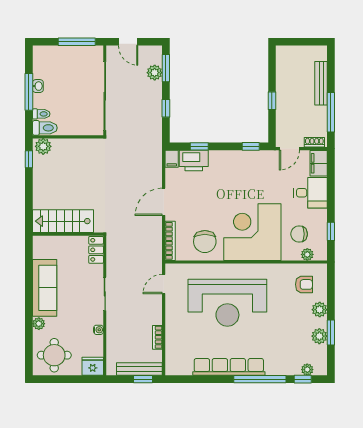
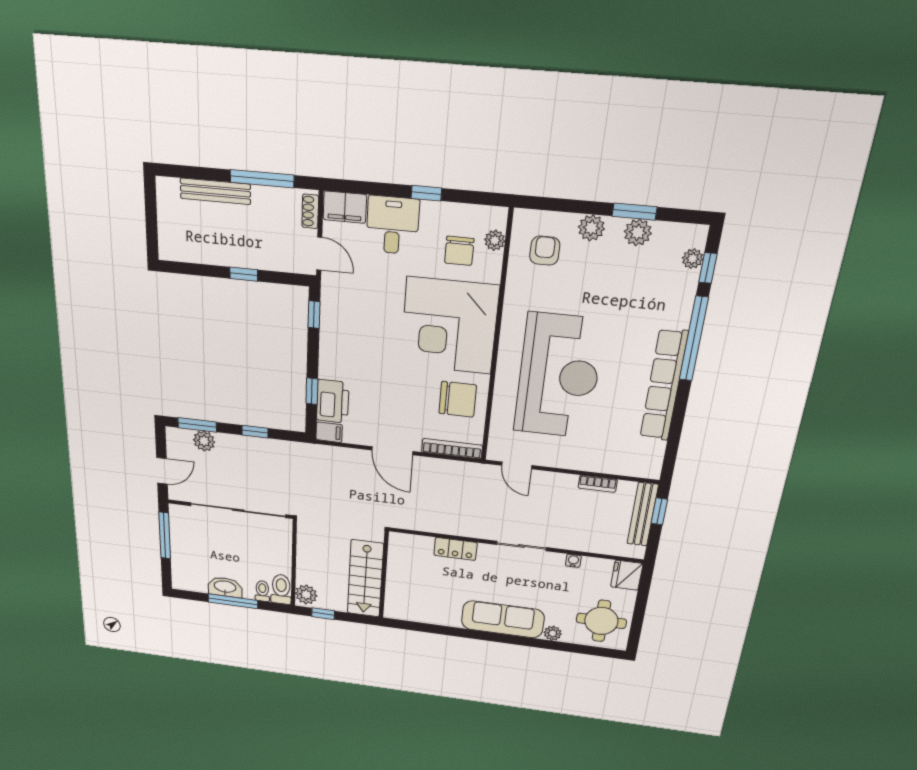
washbasin: (38, 86) -> (225, 587), width x1.91, depth x1.45
stairs: (63, 221) -> (365, 579), moved
window: (331, 231) -> (426, 193), moved
wall: (68, 234) -> (384, 575), moved

